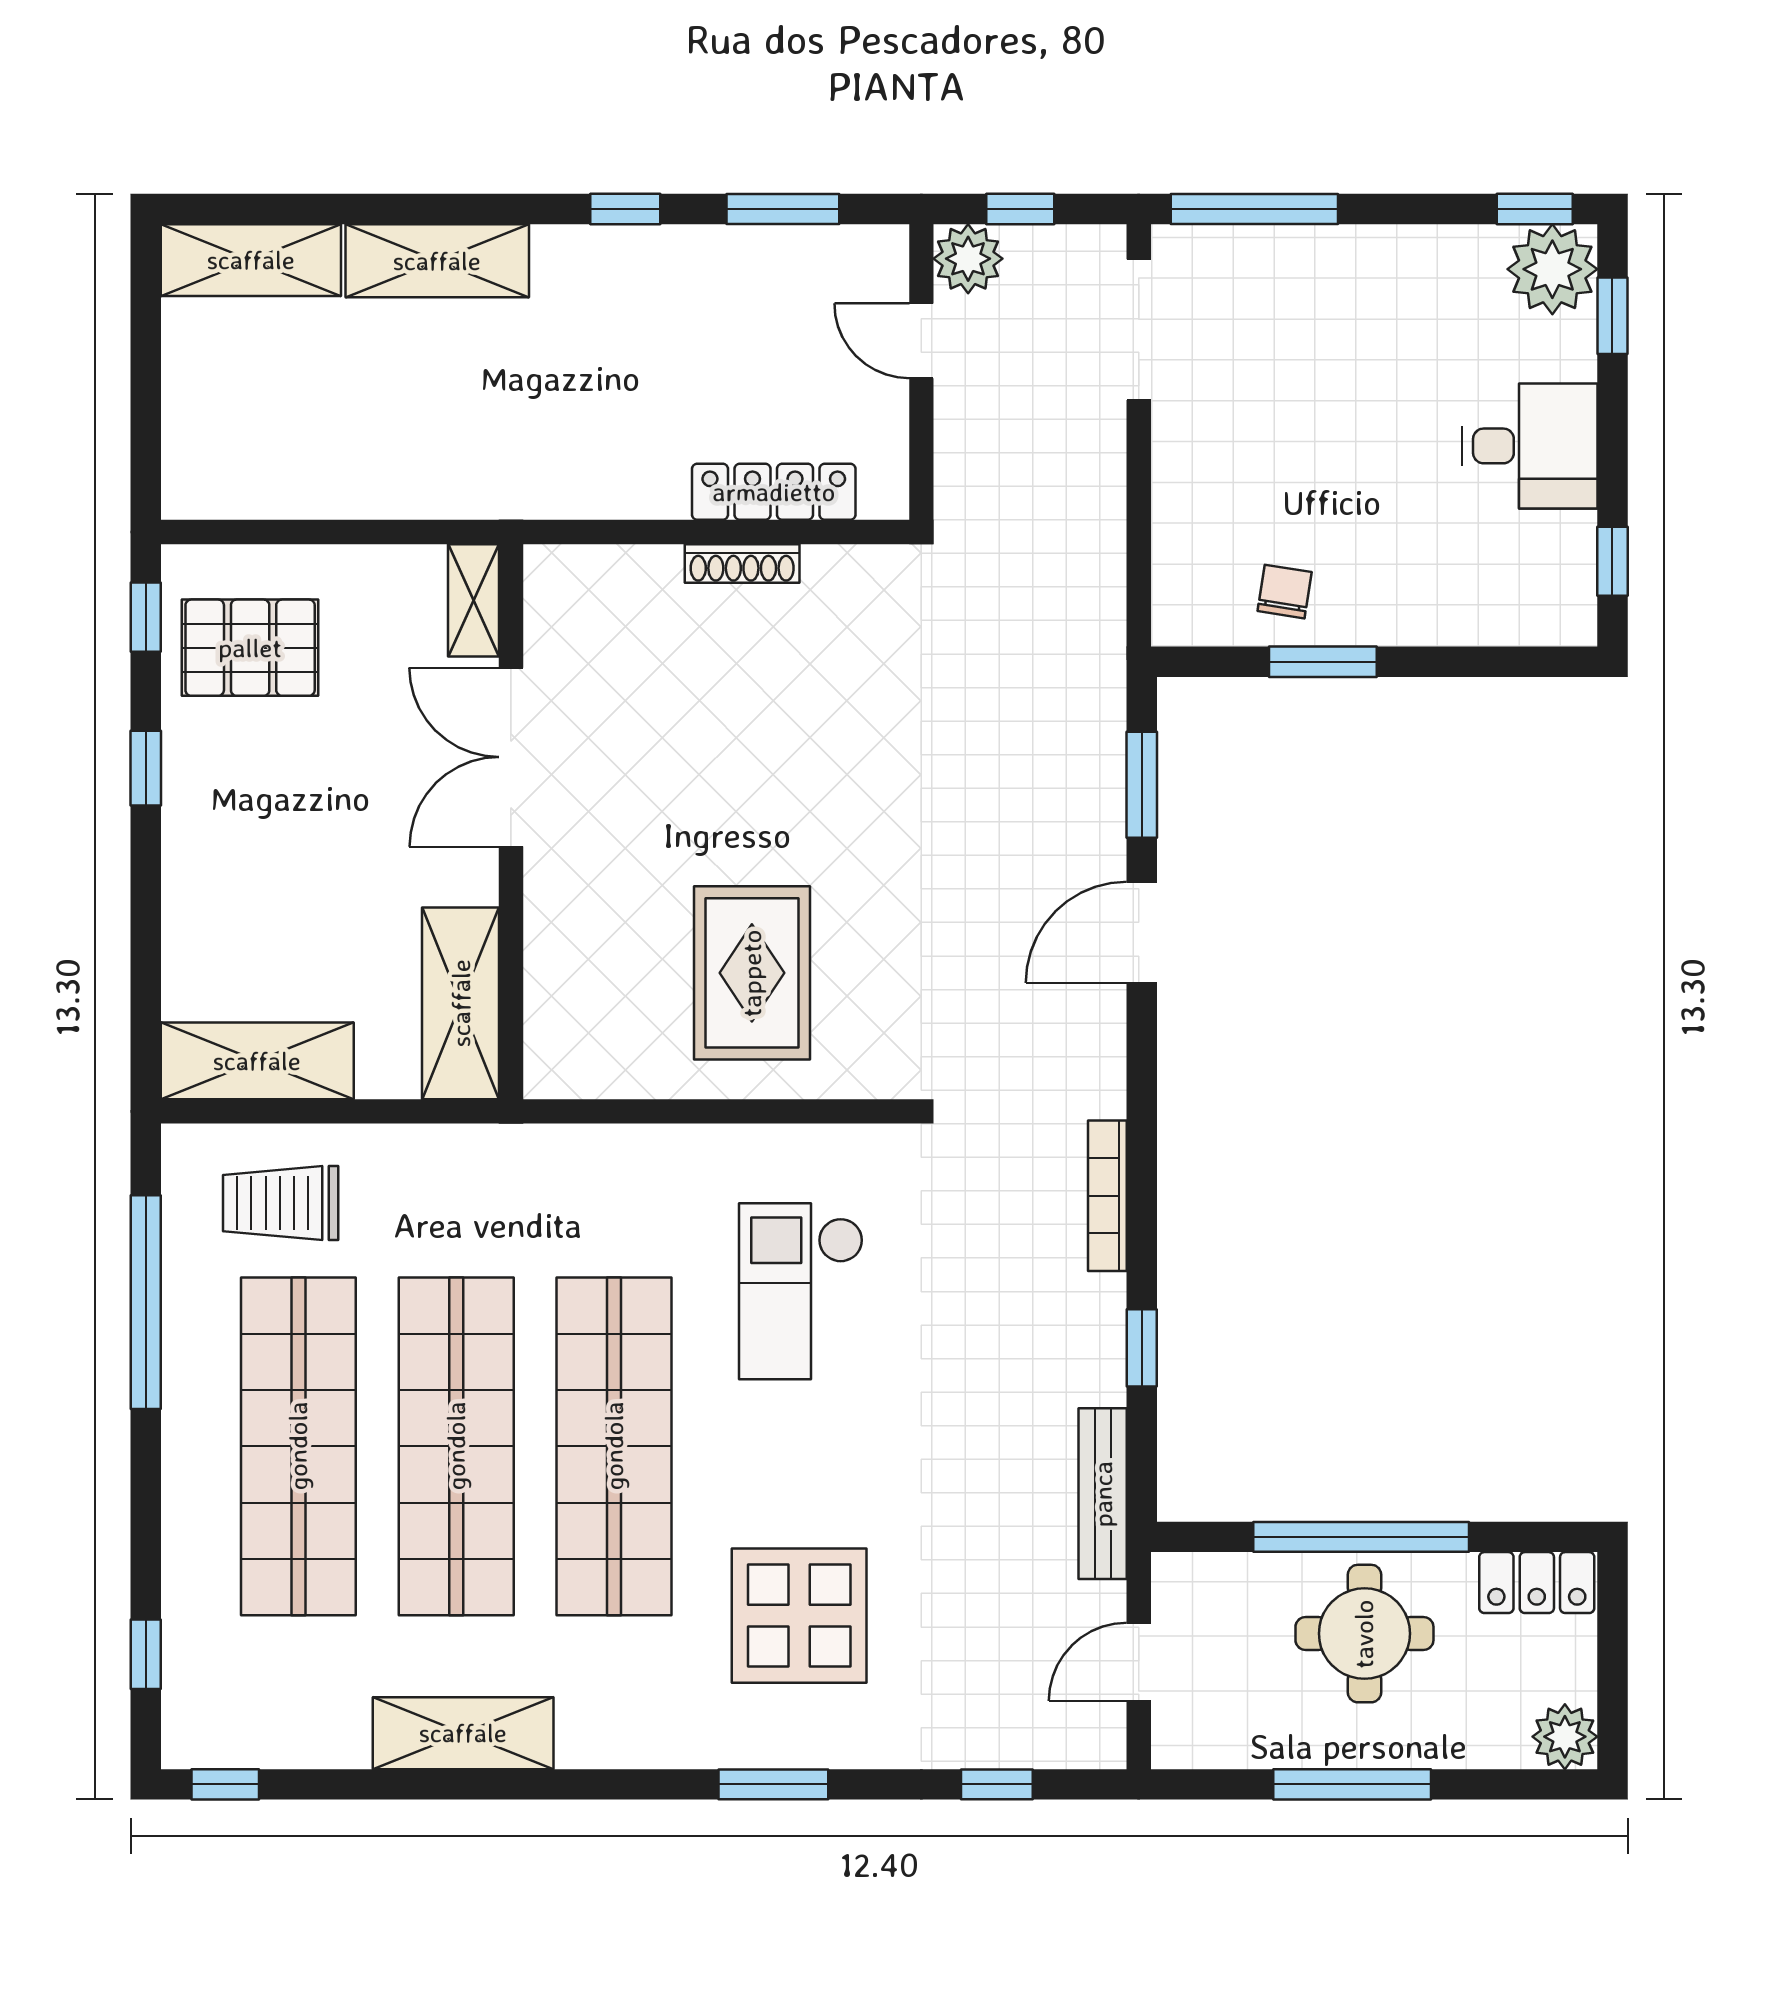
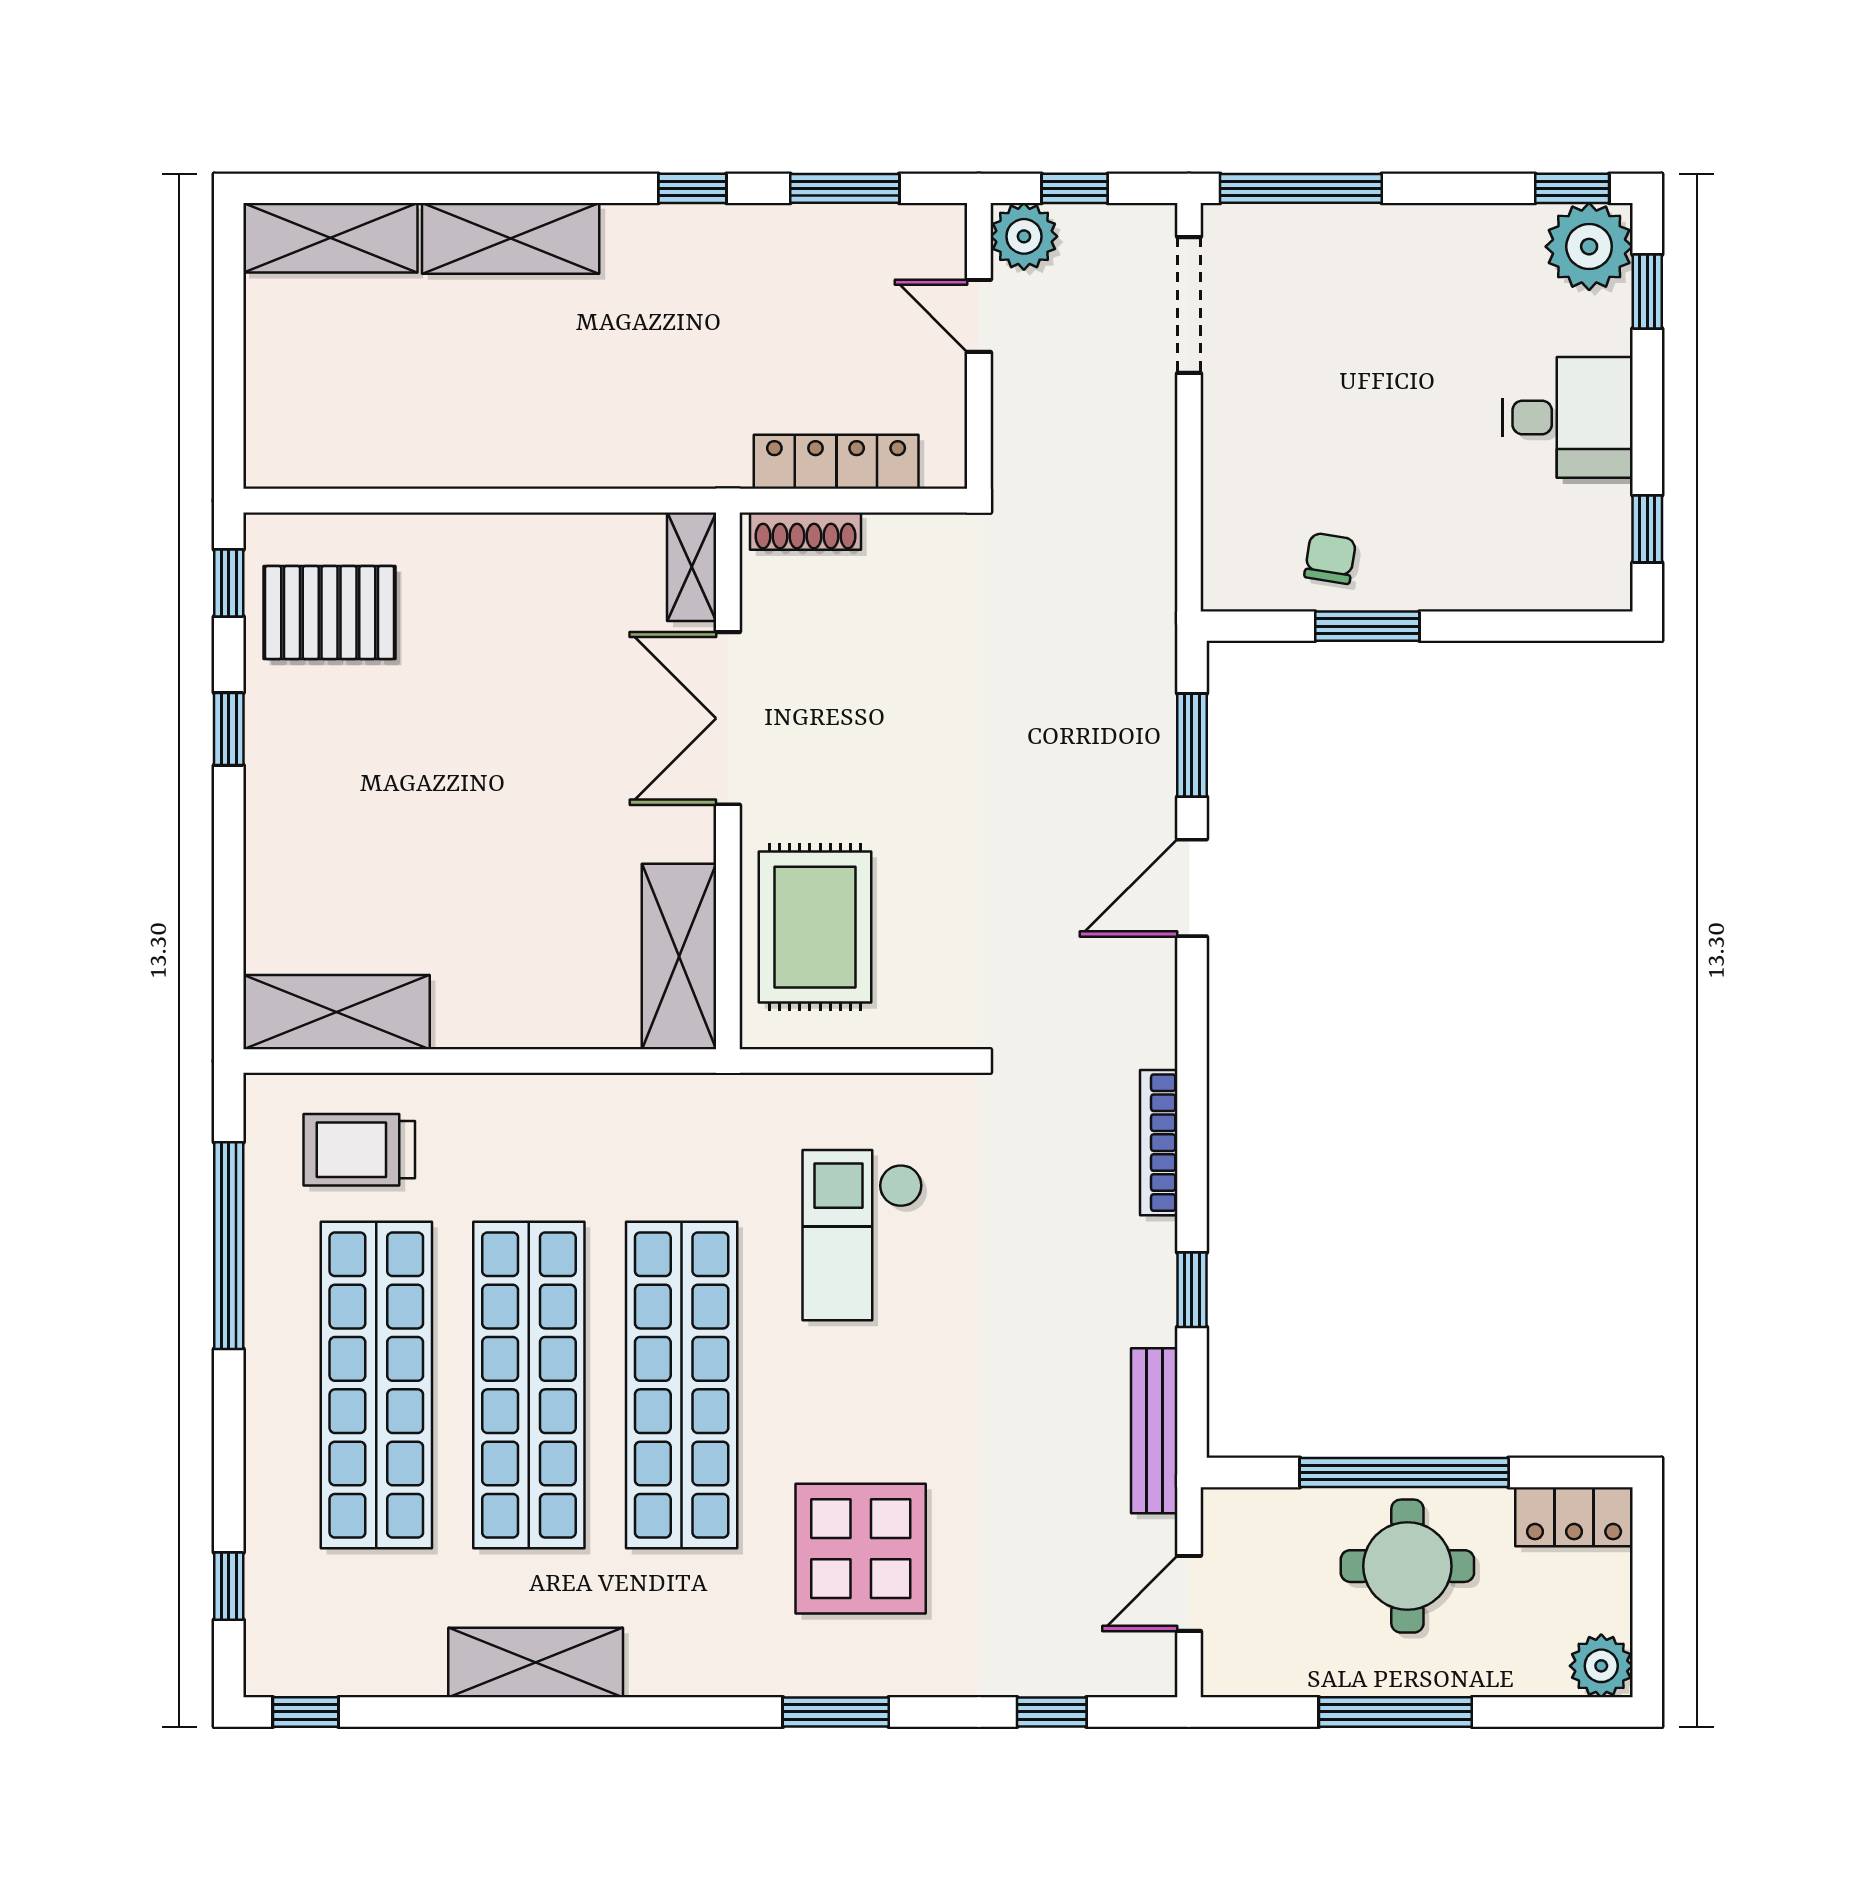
shelving: (474, 600) -> (692, 567), moved
double door: (511, 757) -> (728, 718), moved
wall: (511, 822) -> (728, 781), moved
shelving: (461, 1003) -> (679, 957), moved

